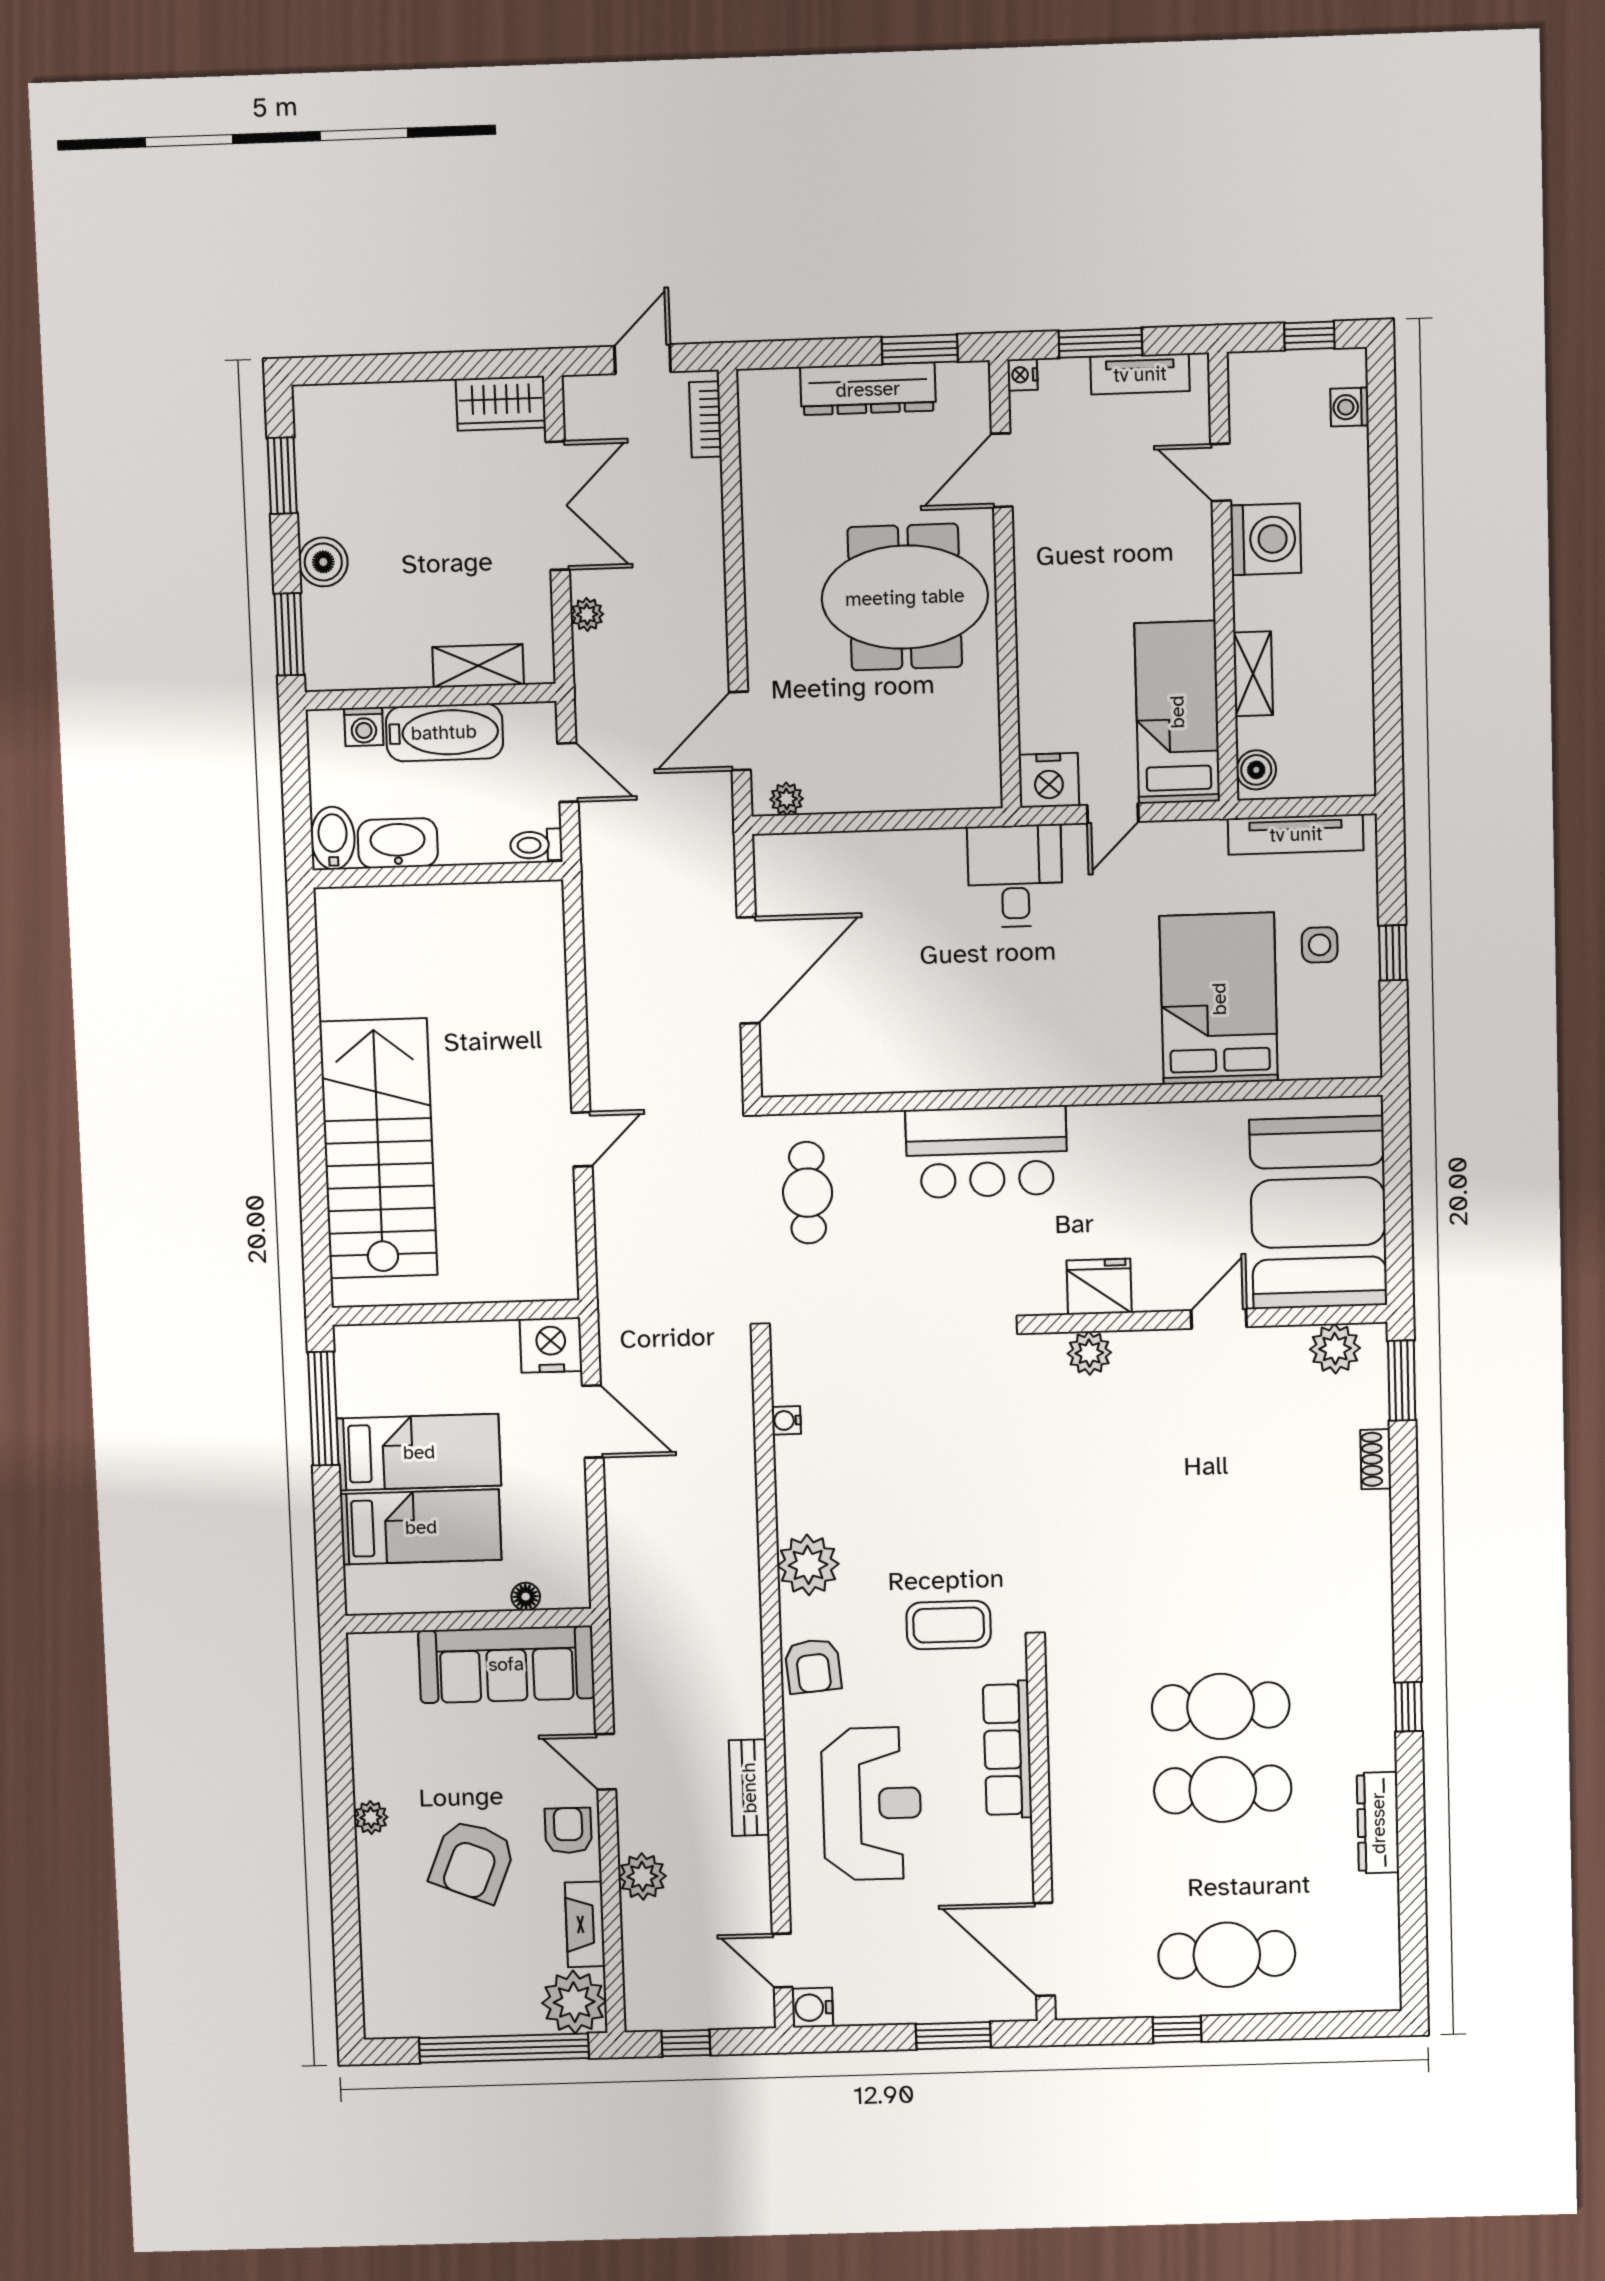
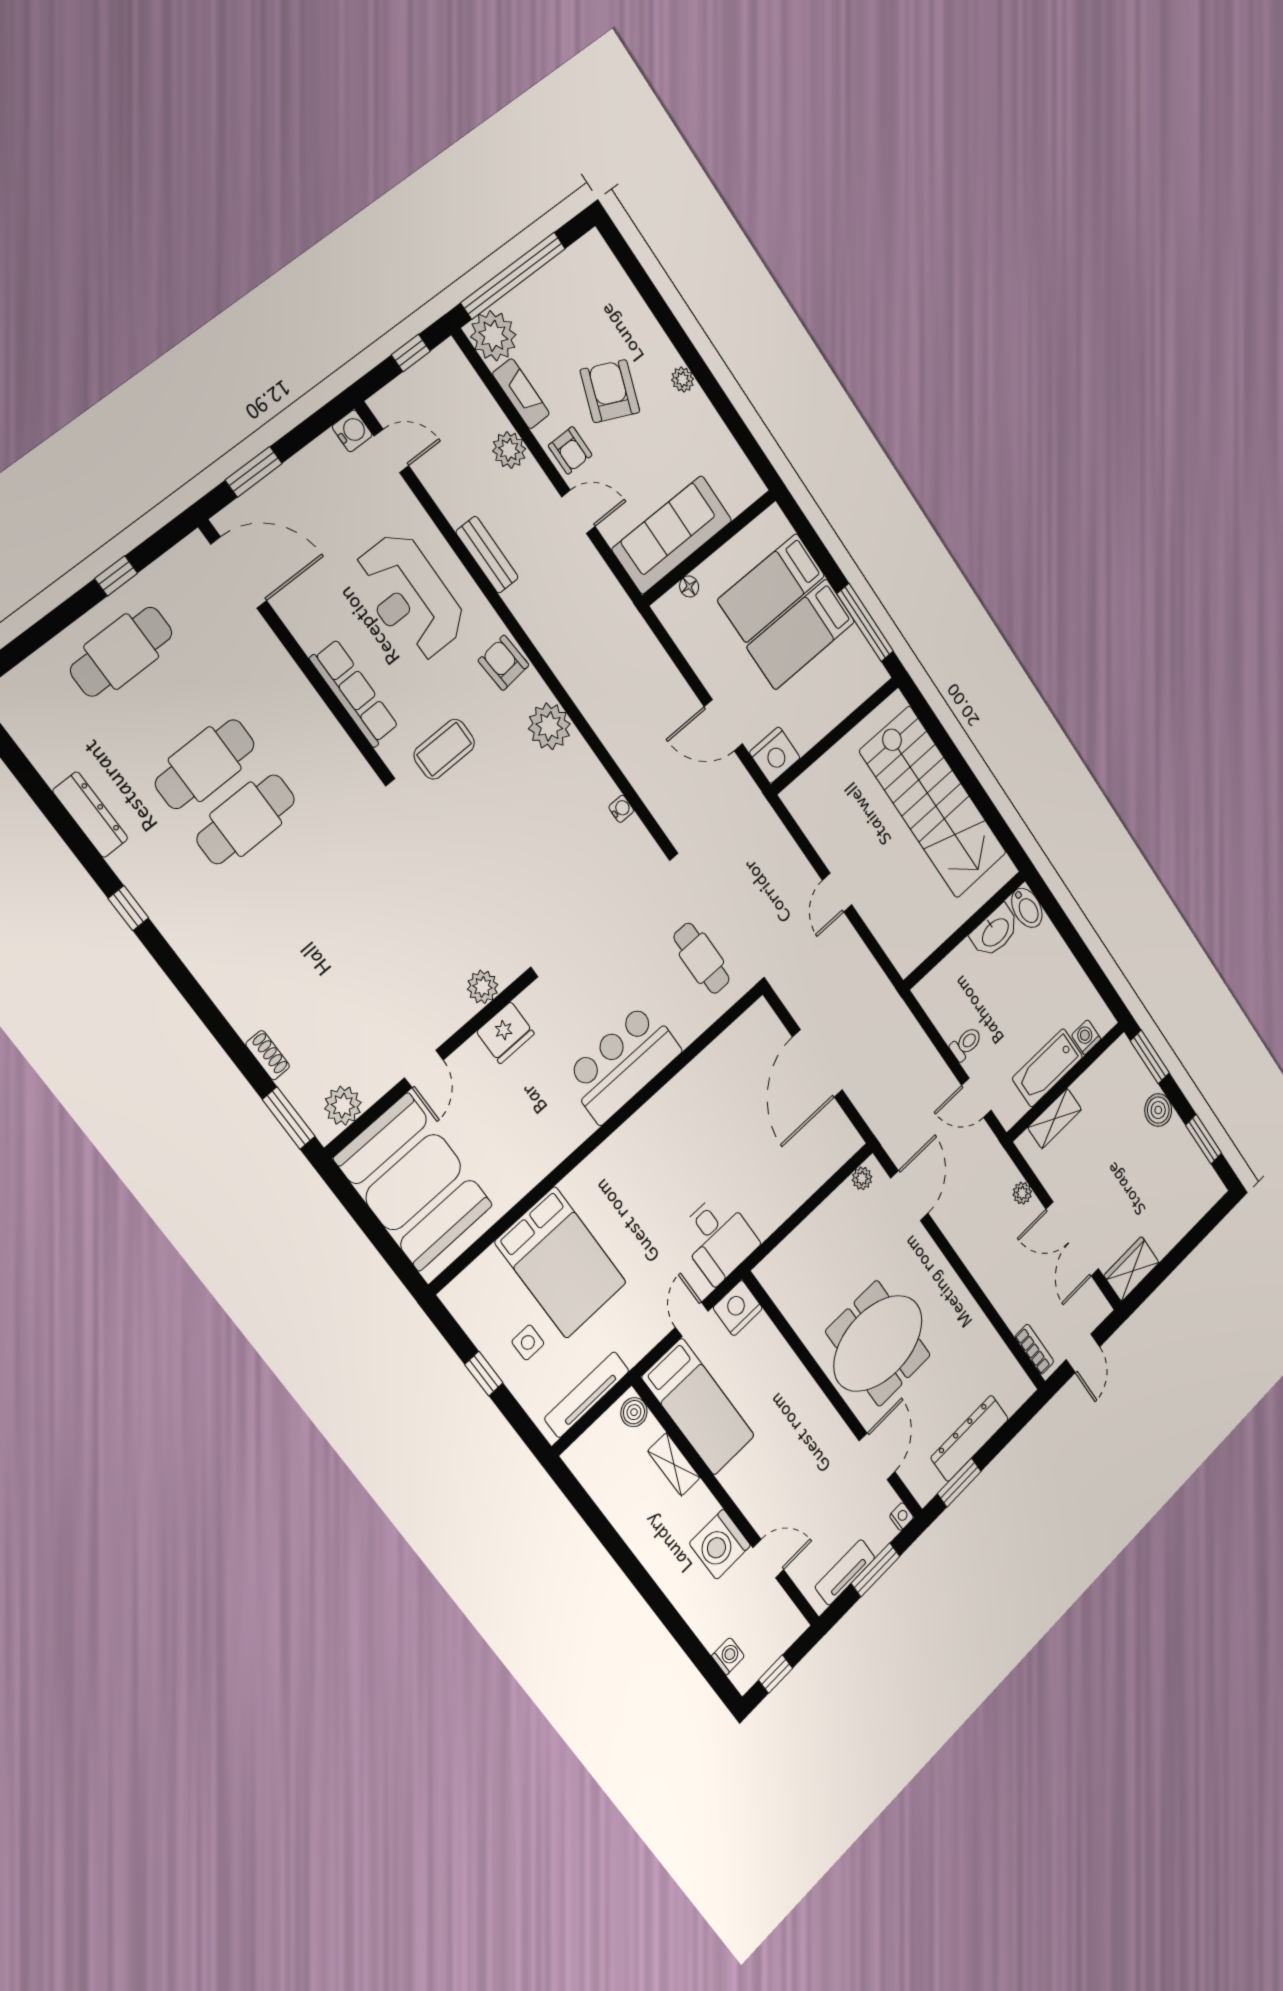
bidet: (333, 838) -> (1027, 908), moved
washbasin: (398, 843) -> (995, 932), moved
wall: (438, 875) -> (965, 930), moved

